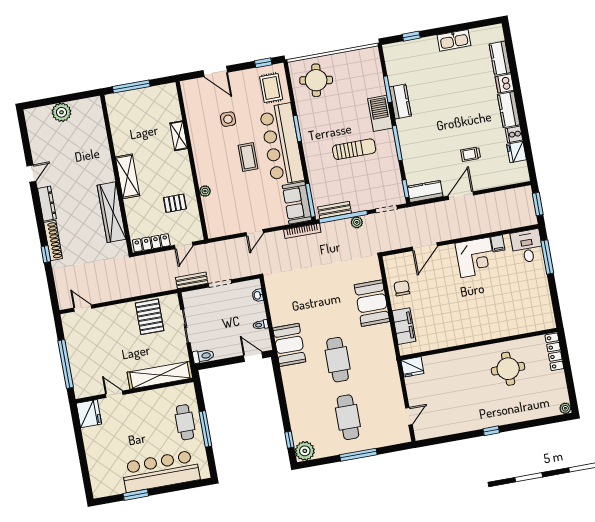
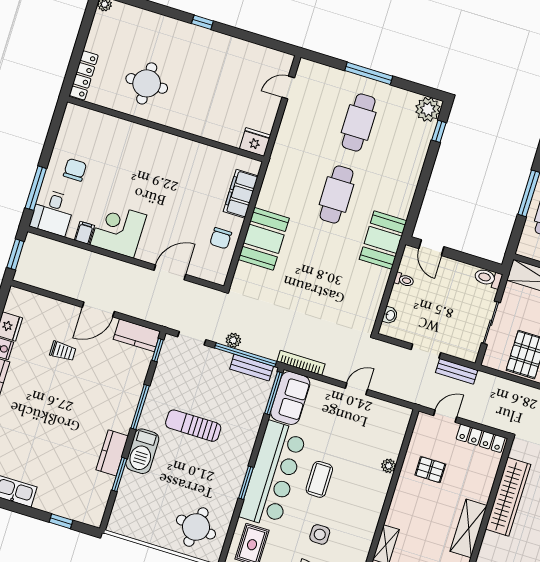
chair: (527, 284) -> (75, 170), added

